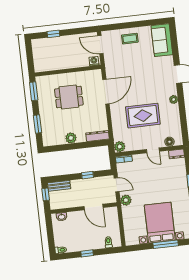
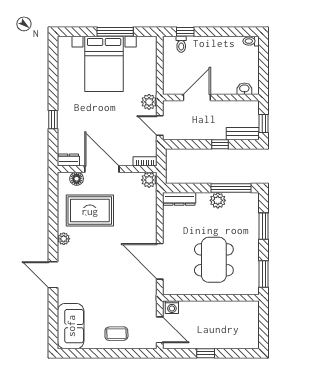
window: (53, 34) -> (206, 353), moved
door: (106, 92) -> (160, 261), hinge flipped
dining table: (69, 97) -> (214, 260), width x1.38
rug: (143, 116) -> (90, 211), moved
window: (63, 148) -> (231, 188), added
door: (153, 150) -> (102, 169), width x1.88
window: (87, 175) -> (220, 144), moved
door: (94, 207) -> (197, 97), hinge flipped
window: (166, 244) -> (115, 32), moved
window: (87, 253) -> (185, 32), moved

